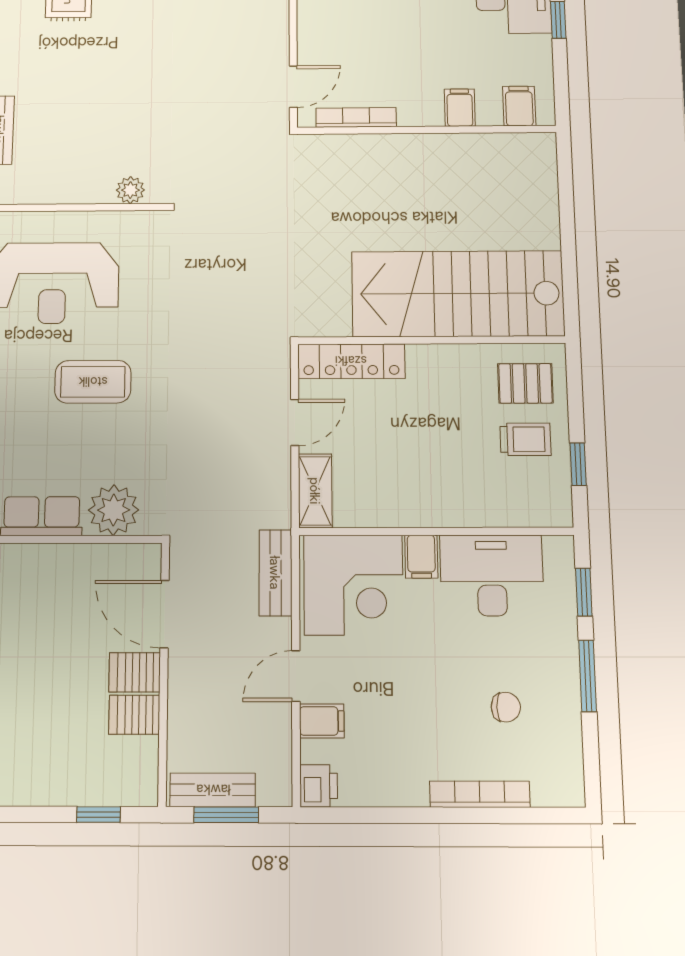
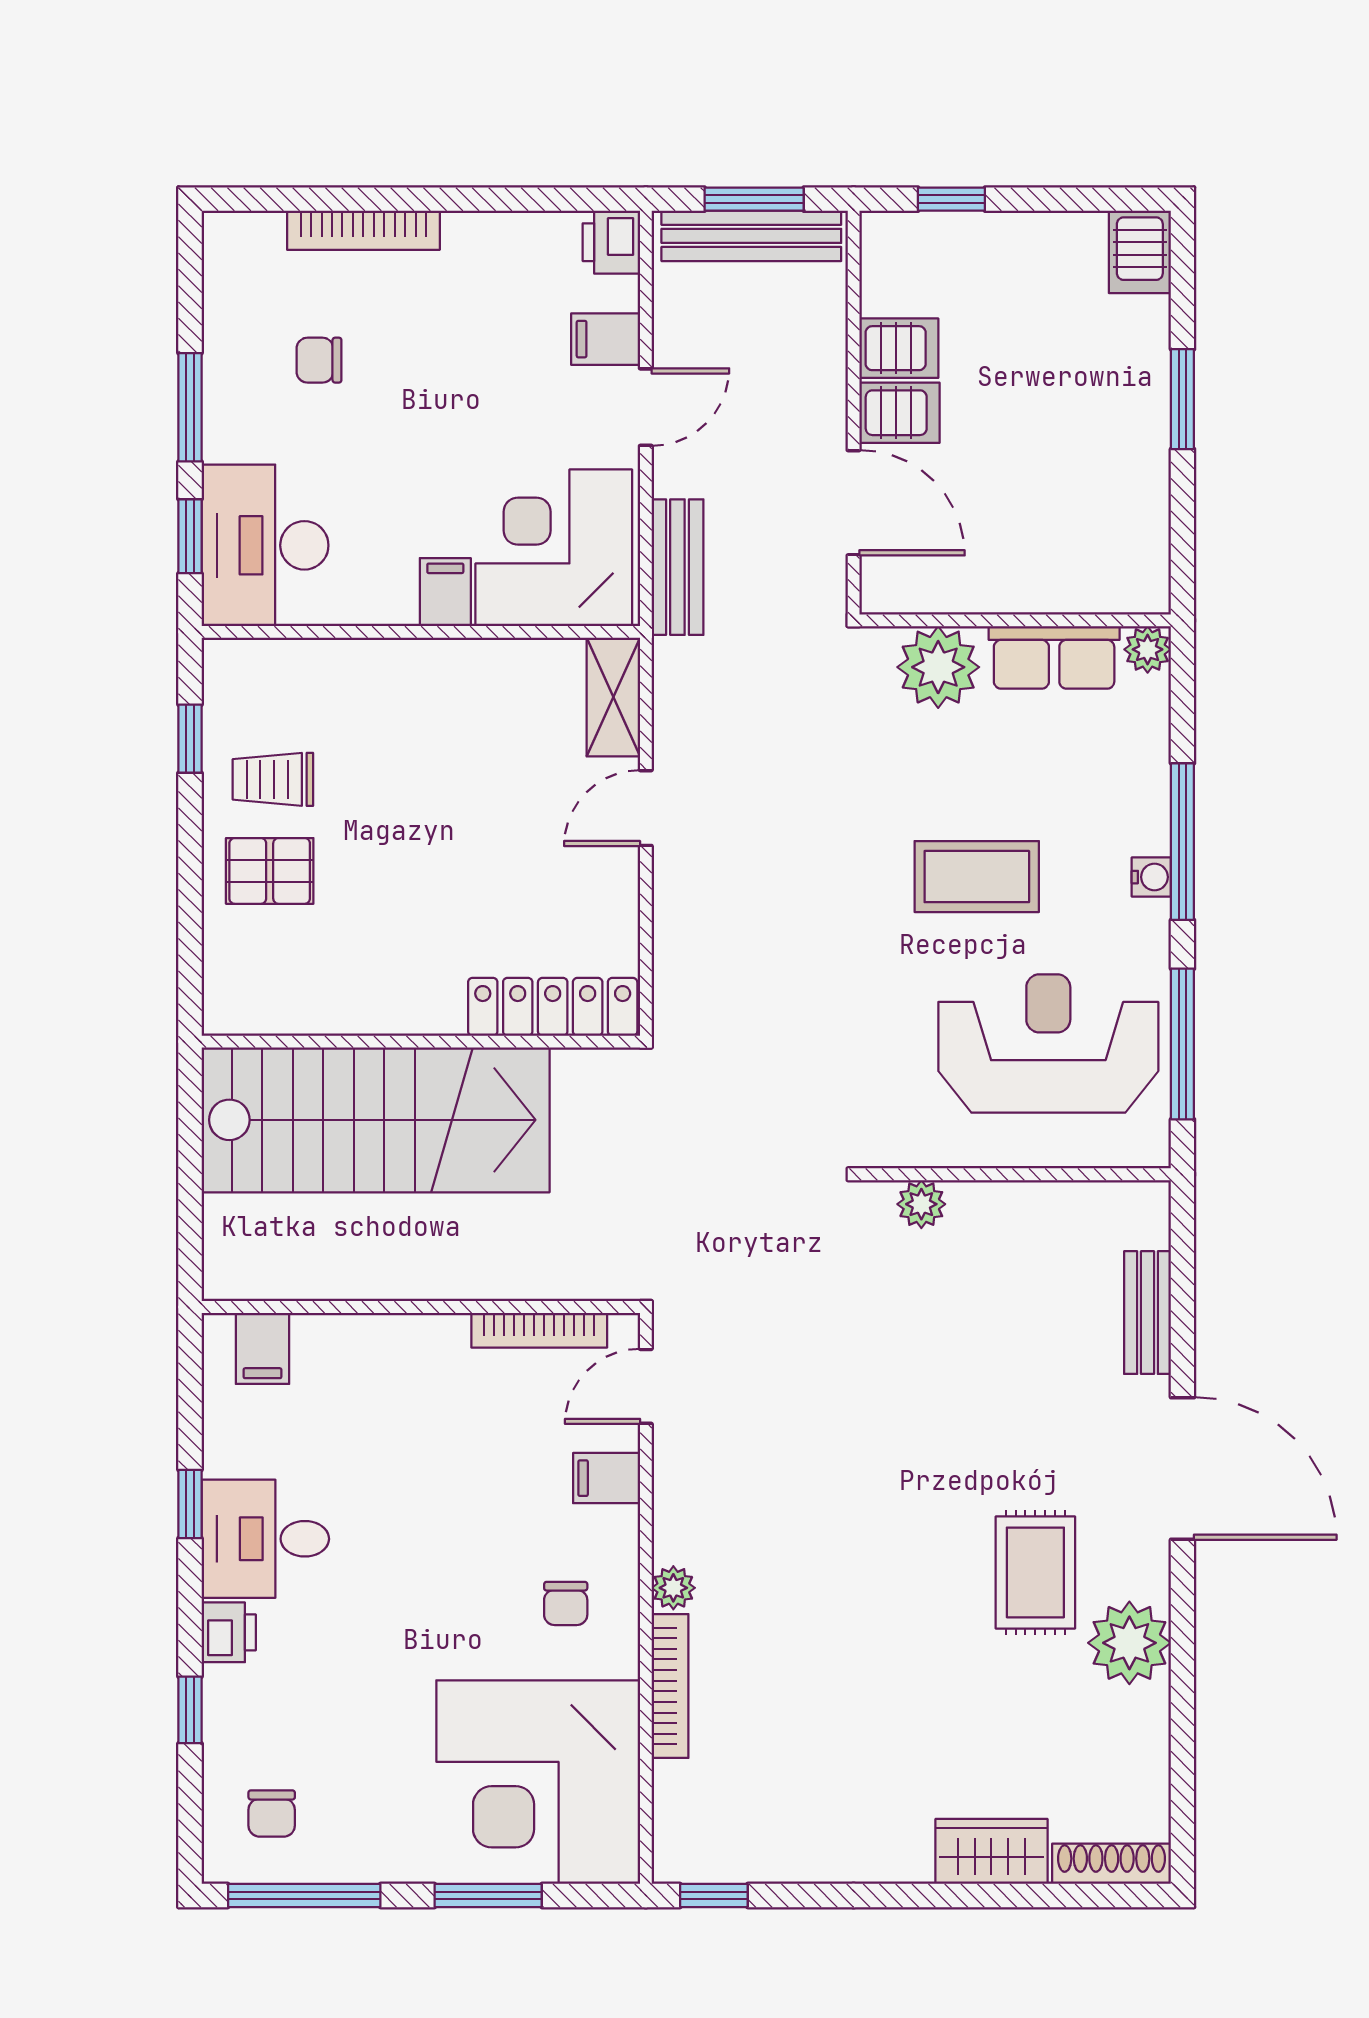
filing cabinet: (460, 108) -> (607, 1478), moved, turned 90
stairs: (458, 294) -> (376, 1120), moved
wall: (431, 340) -> (421, 1042), moved
locker: (351, 361) -> (553, 1007), moved
desk: (492, 575) -> (265, 545), moved, turned 90
bench: (213, 790) -> (751, 236), width x1.36

